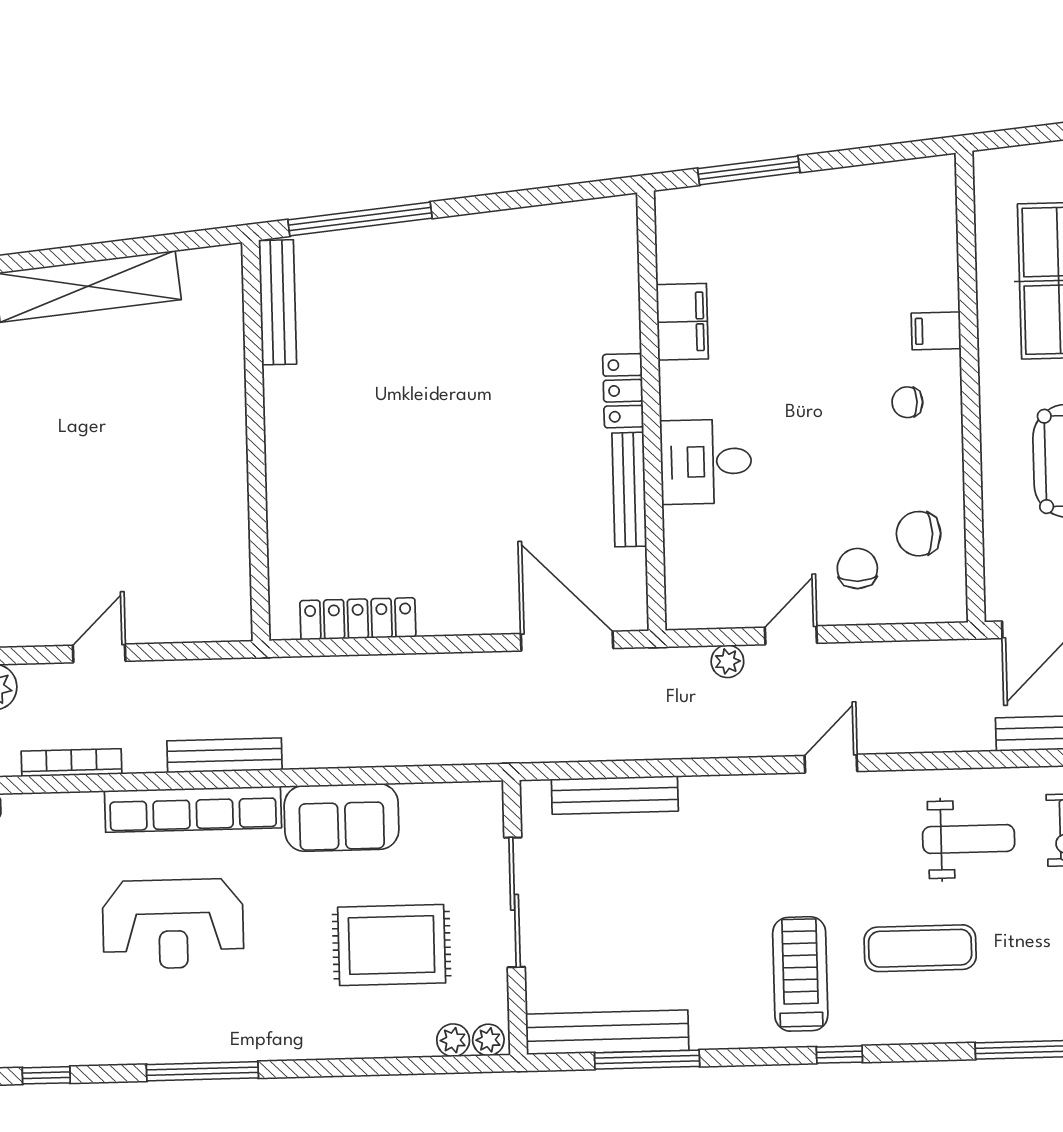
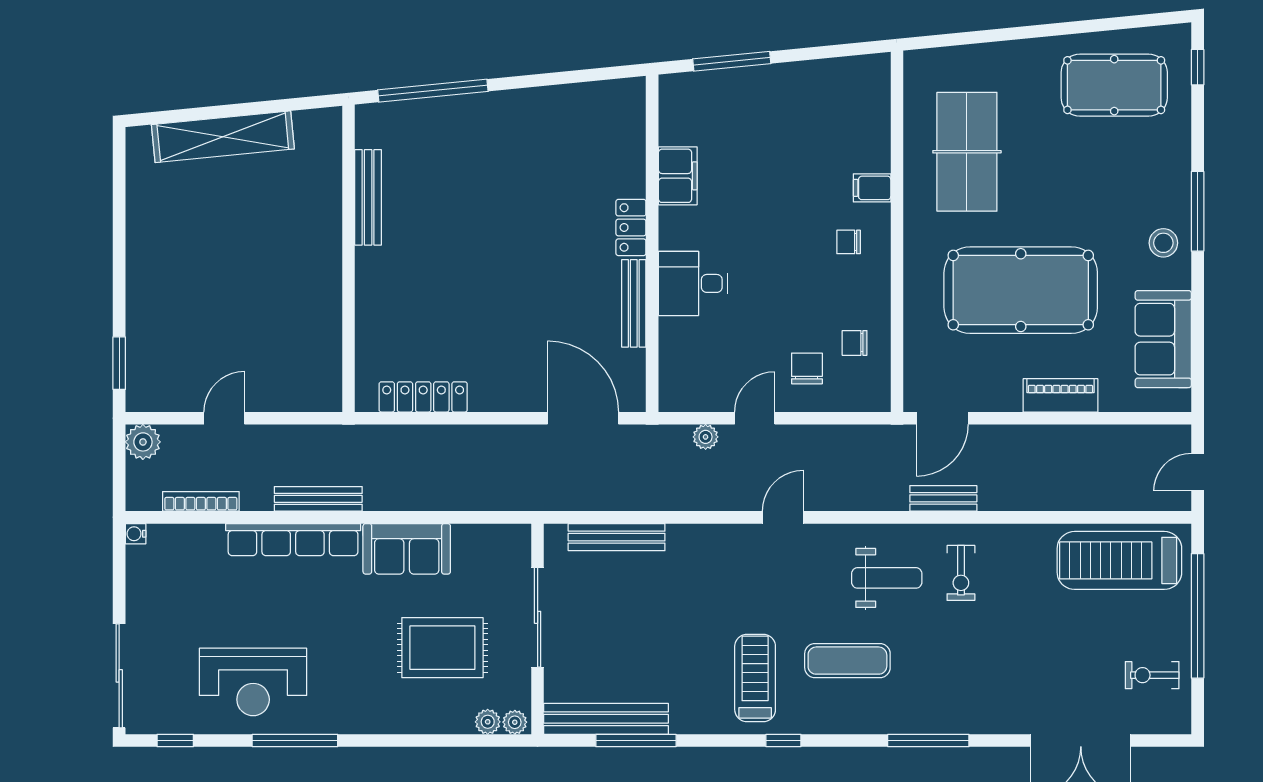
bench: (278, 302) -> (368, 197), moved
chair: (919, 534) -> (855, 343), width x0.73, depth x0.73
reception desk: (173, 924) -> (253, 682), moved

